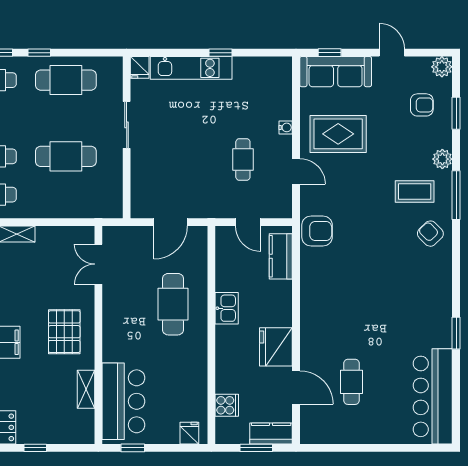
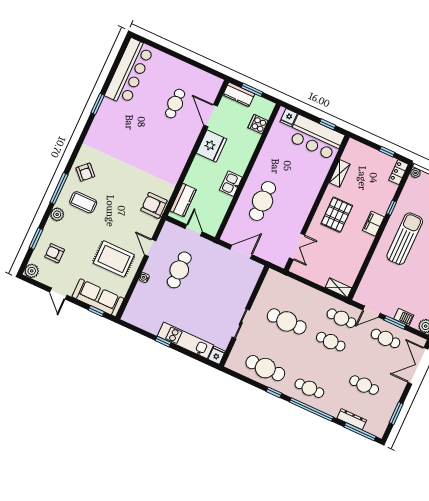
cafe table: (243, 159) -> (179, 270), width x1.37, depth x1.35
bar counter: (123, 401) -> (316, 138), moved, turned -90

